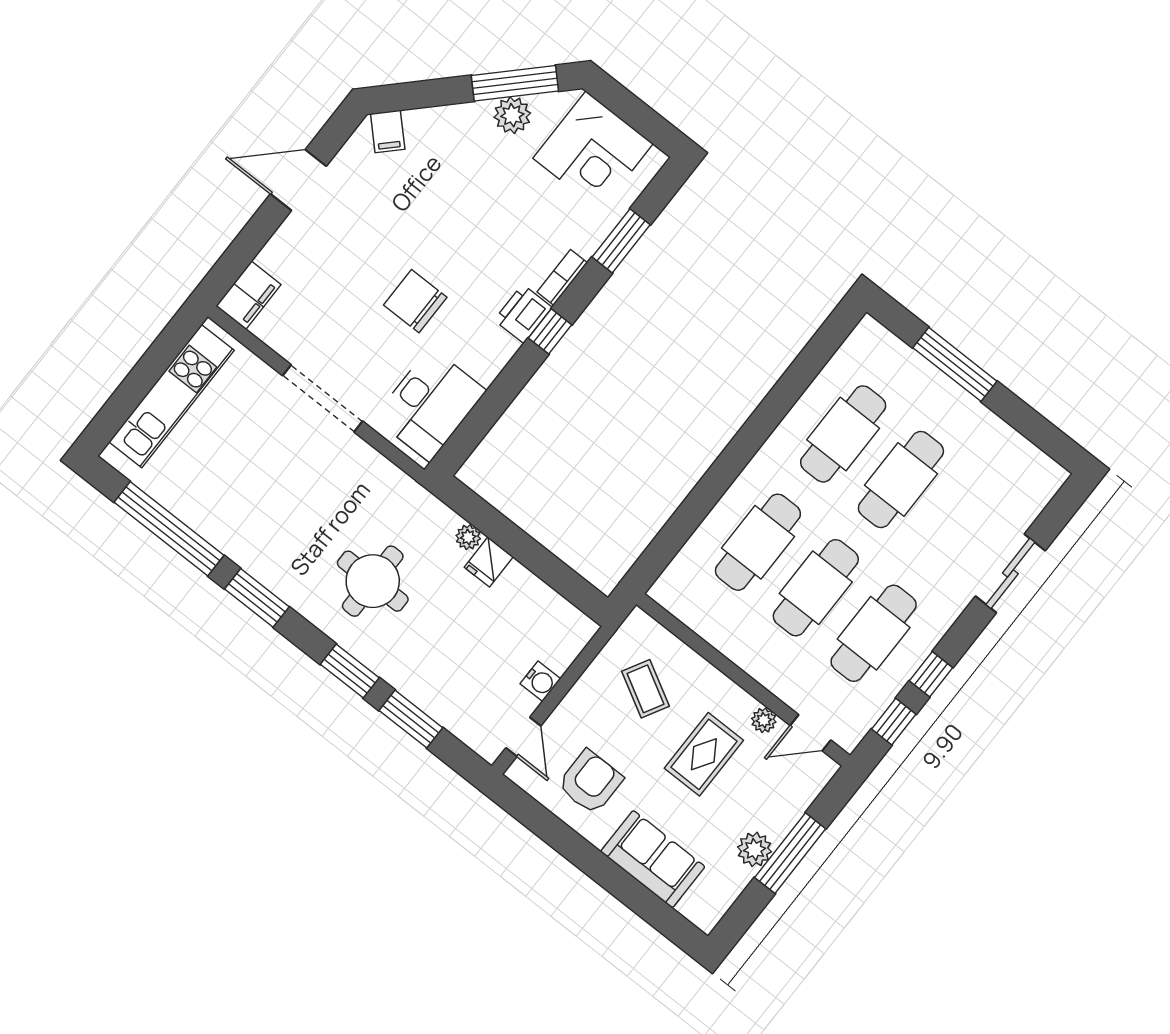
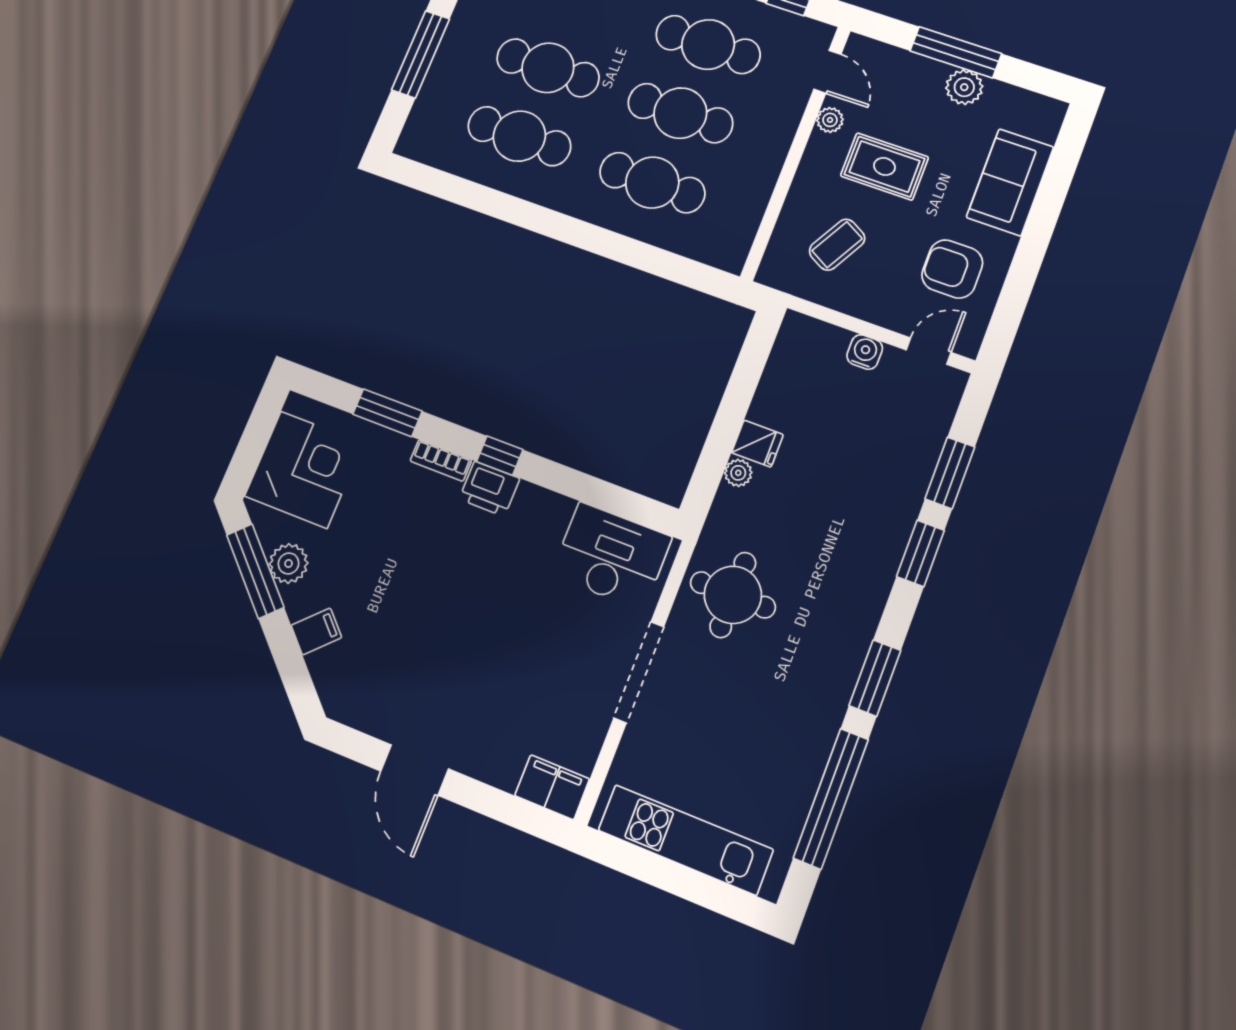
filing cabinet: (388, 131) -> (316, 631), moved
chair: (415, 301) -> (508, 605), removed
round table: (373, 581) -> (733, 595), moved

